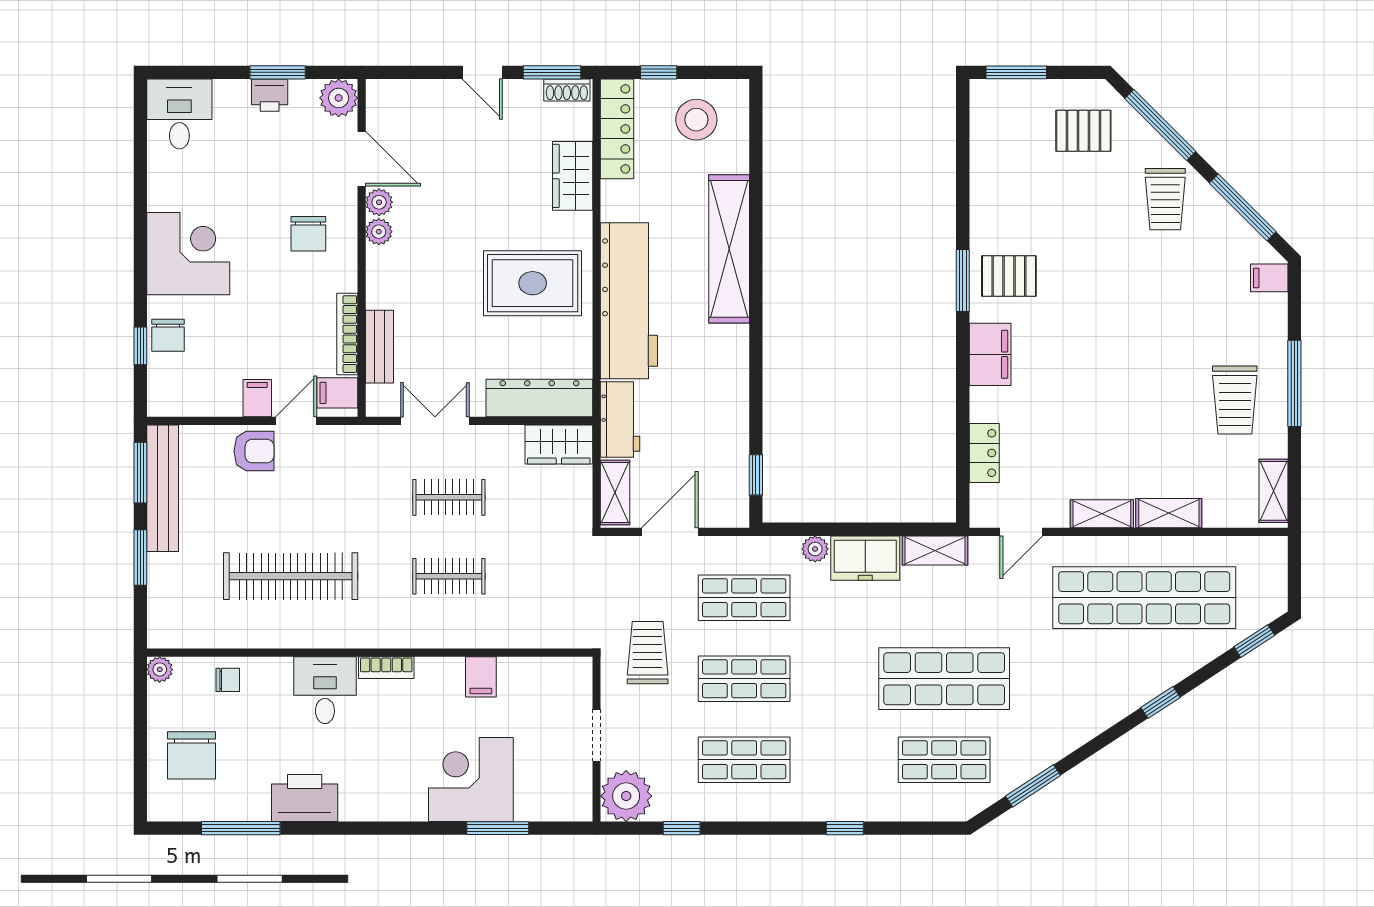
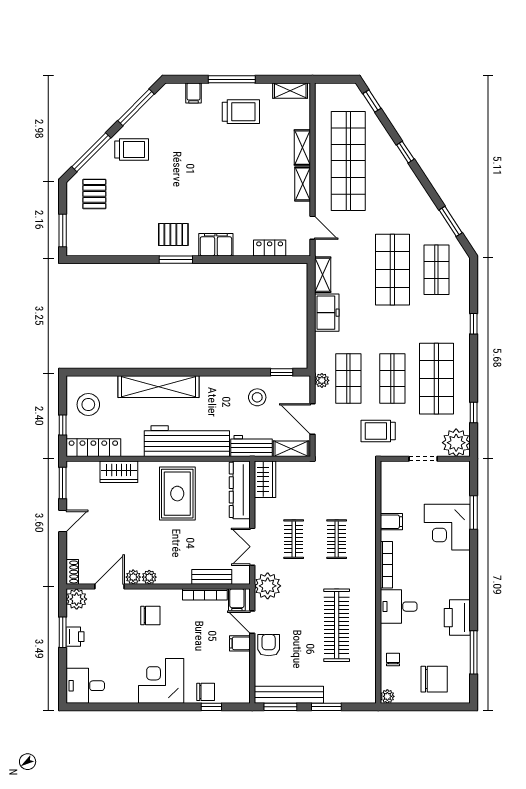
shoe rack: (567, 90) -> (72, 572), moved
pallet: (1009, 276) -> (173, 234), turned 90
filing cabinet: (1269, 278) -> (194, 93), moved
stool: (710, 430) -> (257, 397), added
plant: (363, 449) -> (268, 586), added
plant: (815, 549) -> (322, 380), moved
bookcase: (386, 668) -> (386, 565), width x1.56
shop shelf: (744, 760) -> (436, 379), width x1.43, depth x1.36

